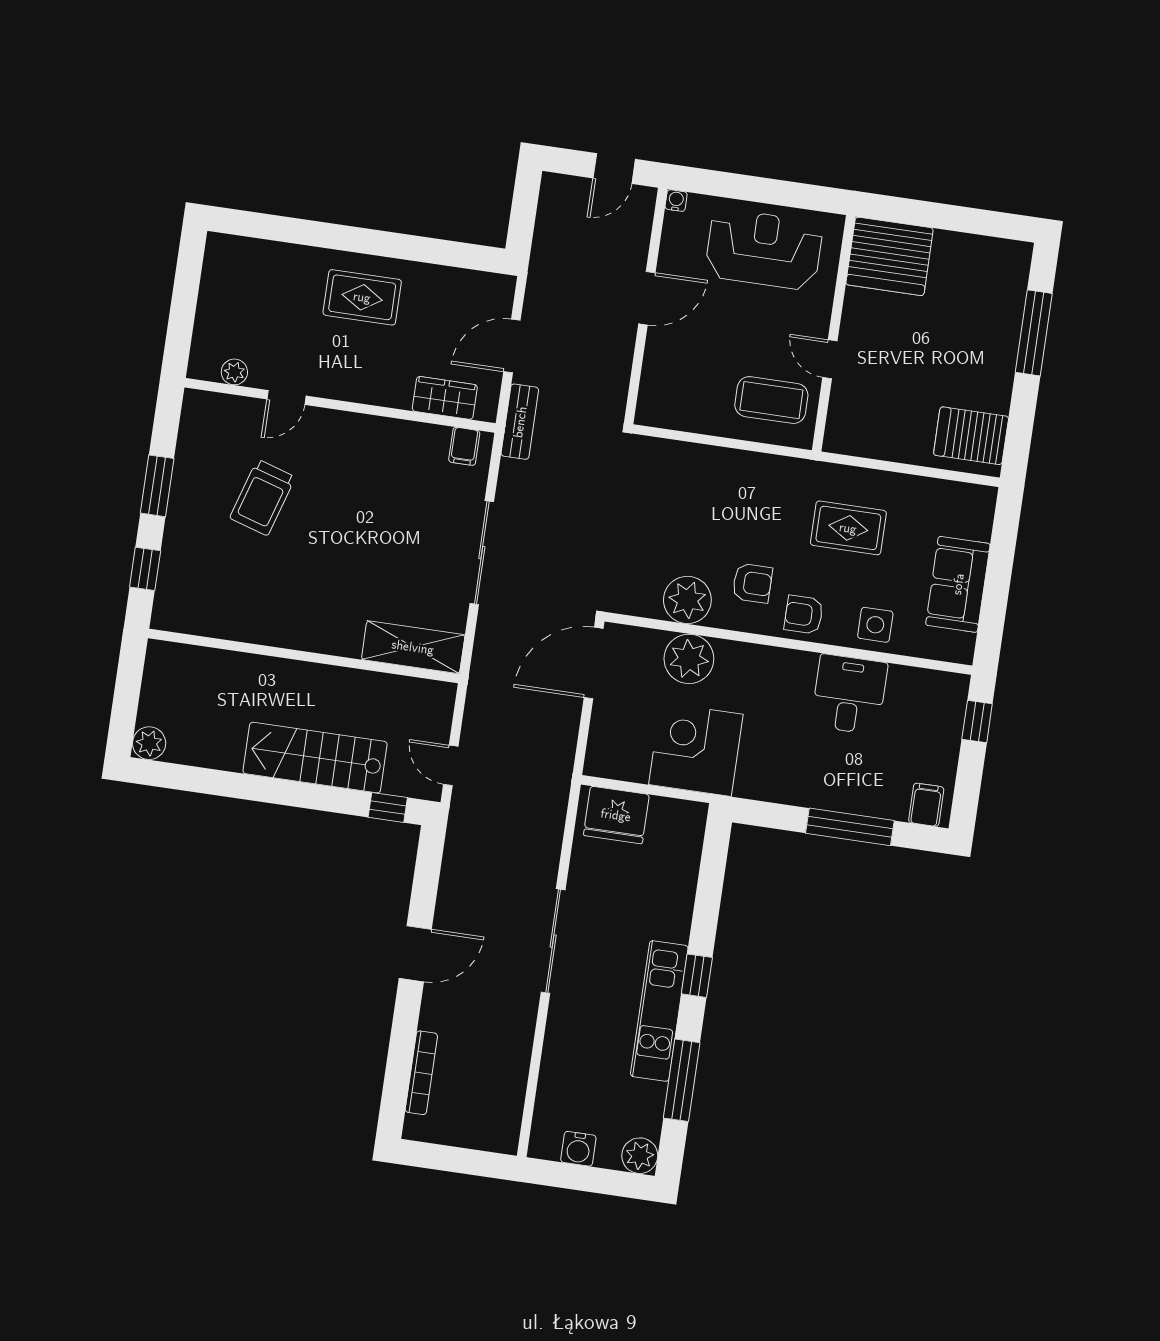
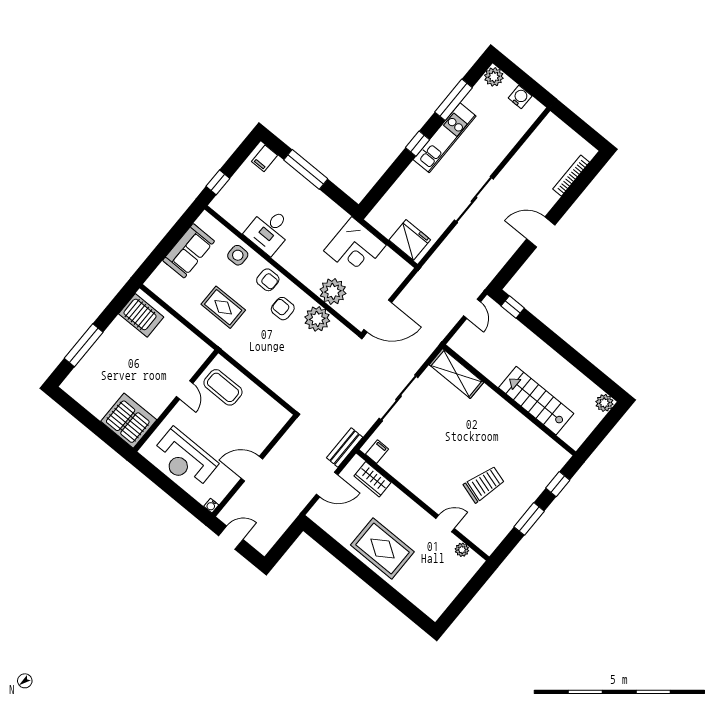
rug: (362, 297) -> (382, 548), width x1.36, depth x1.43
stairs: (315, 758) -> (536, 401), moved, turned 180

